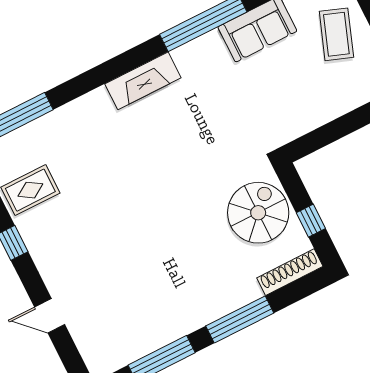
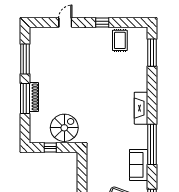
spiral stairs: (258, 213) -> (64, 128), turned -90
shoe rack: (290, 272) -> (34, 97), moved

